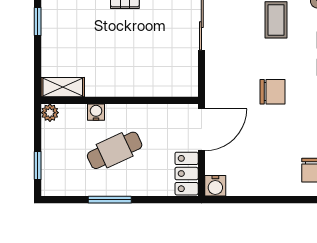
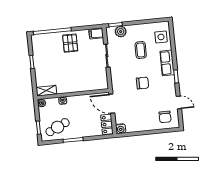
door: (201, 130) -> (112, 104), swing flipped
cafe table: (115, 150) -> (58, 127), moved

